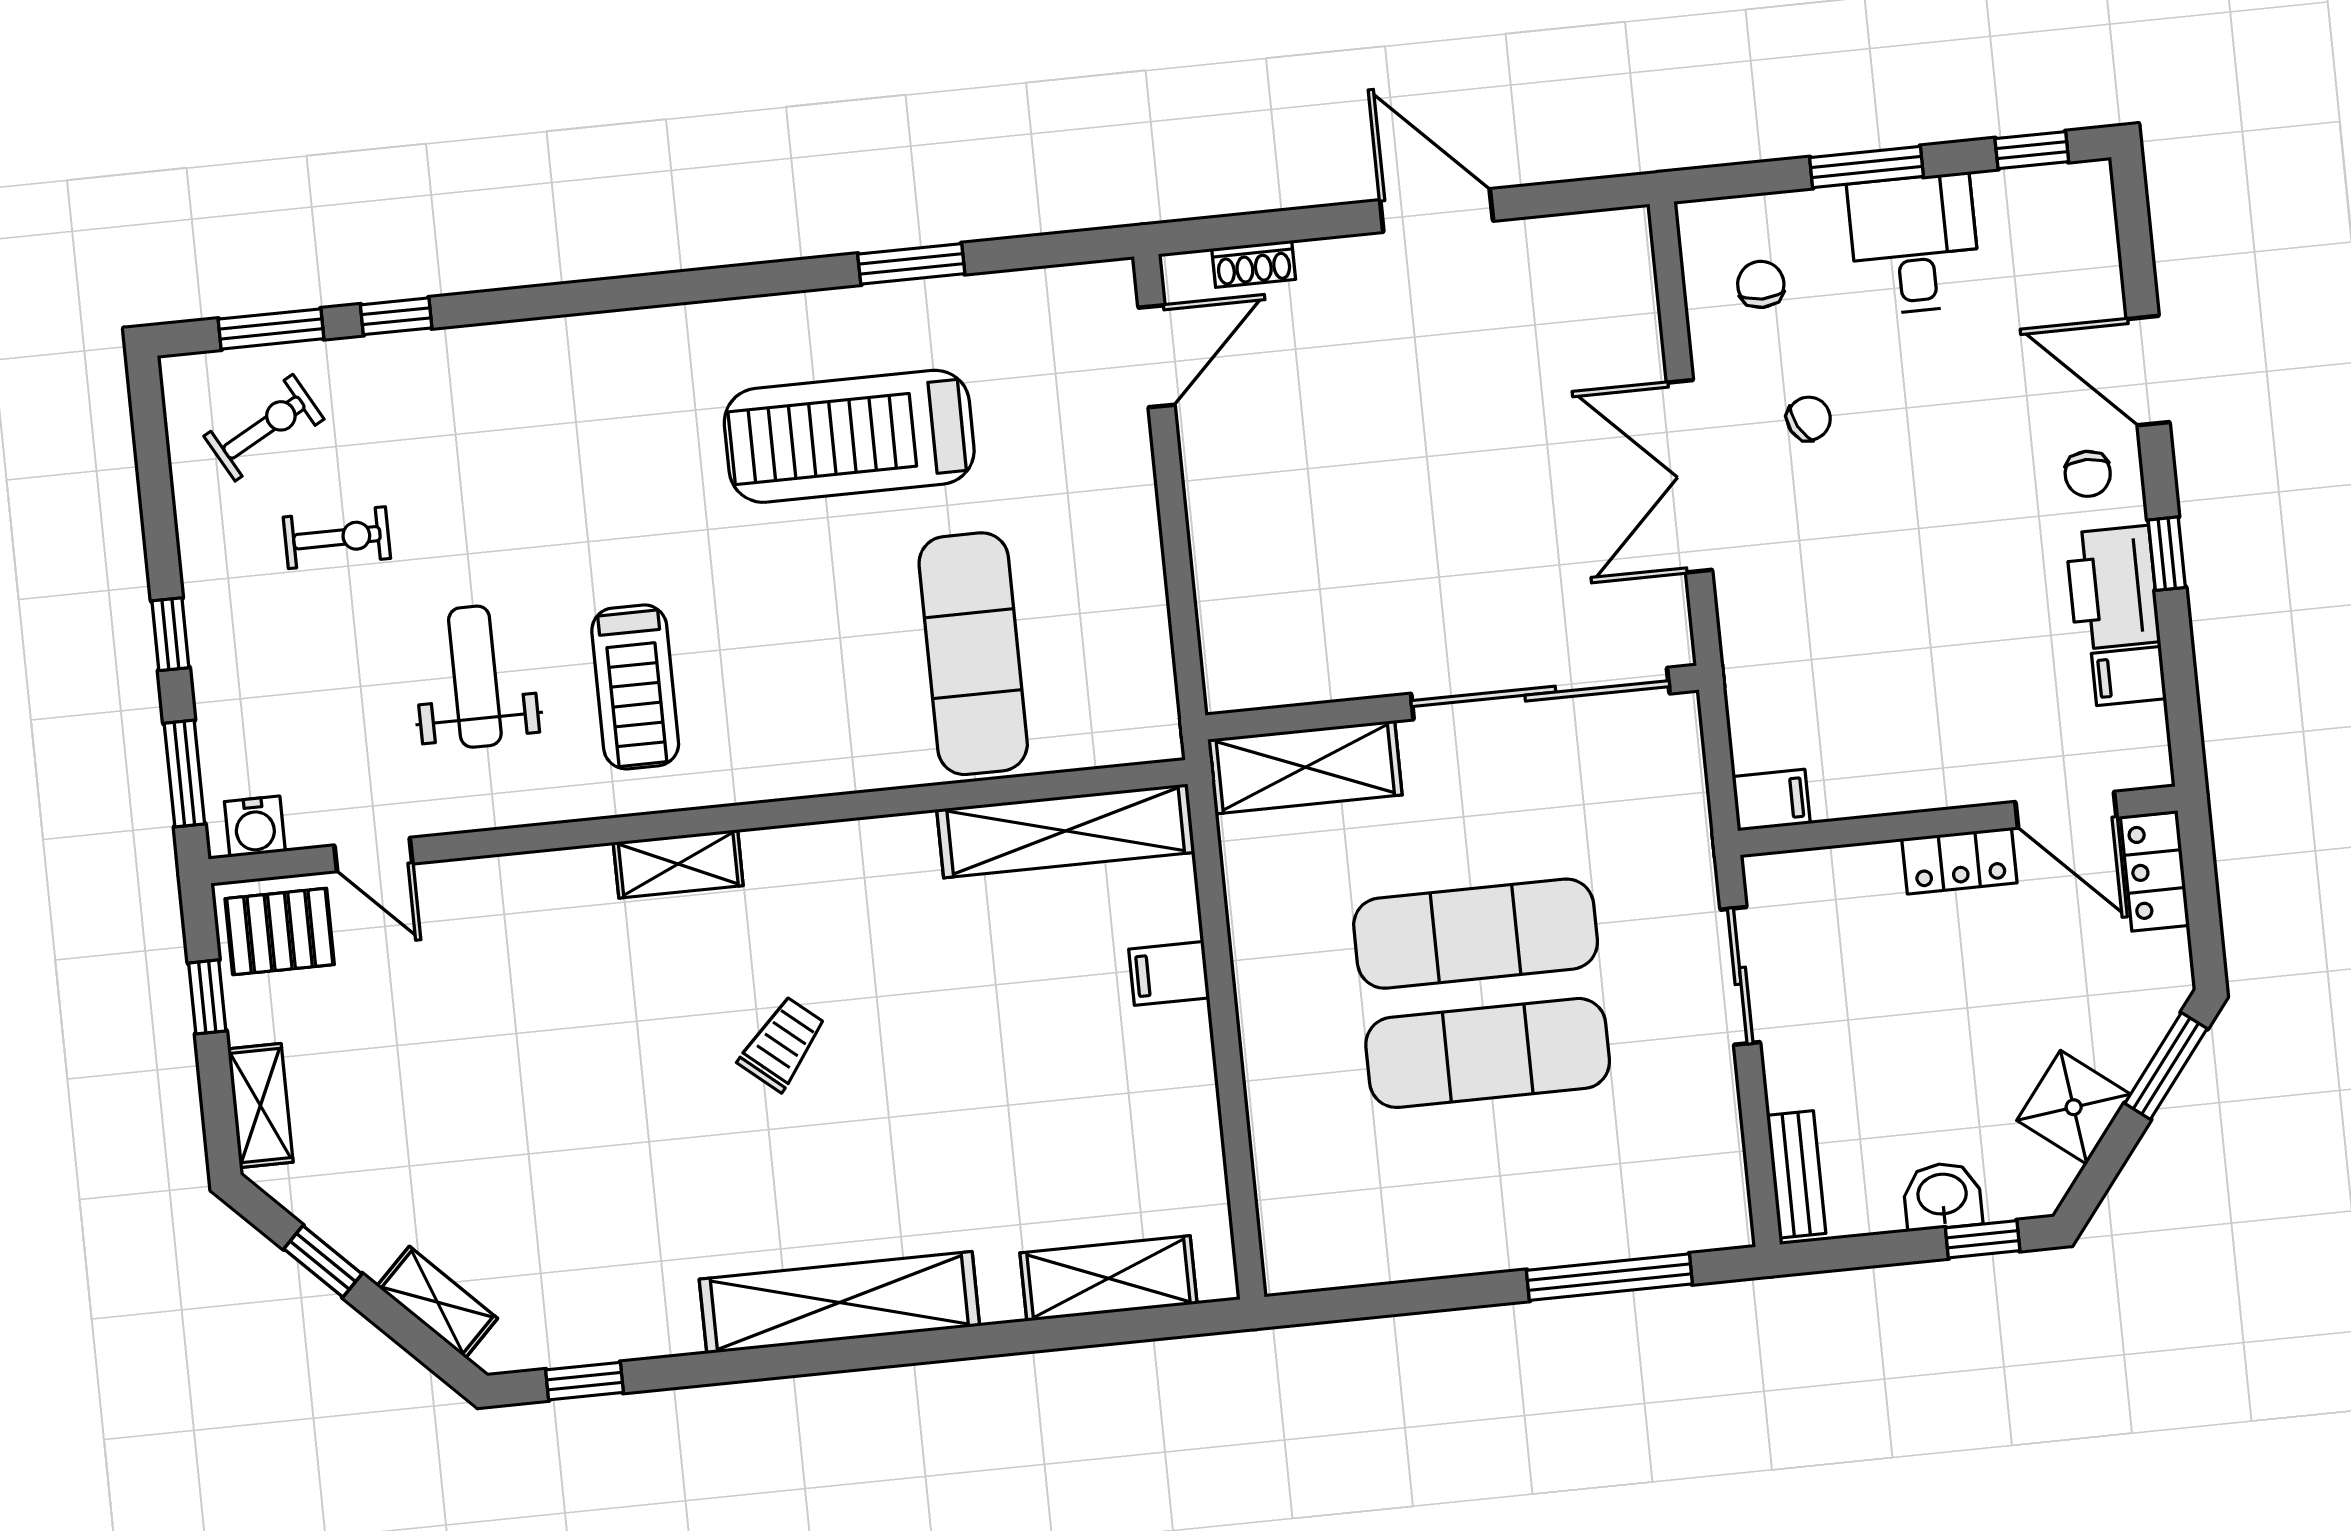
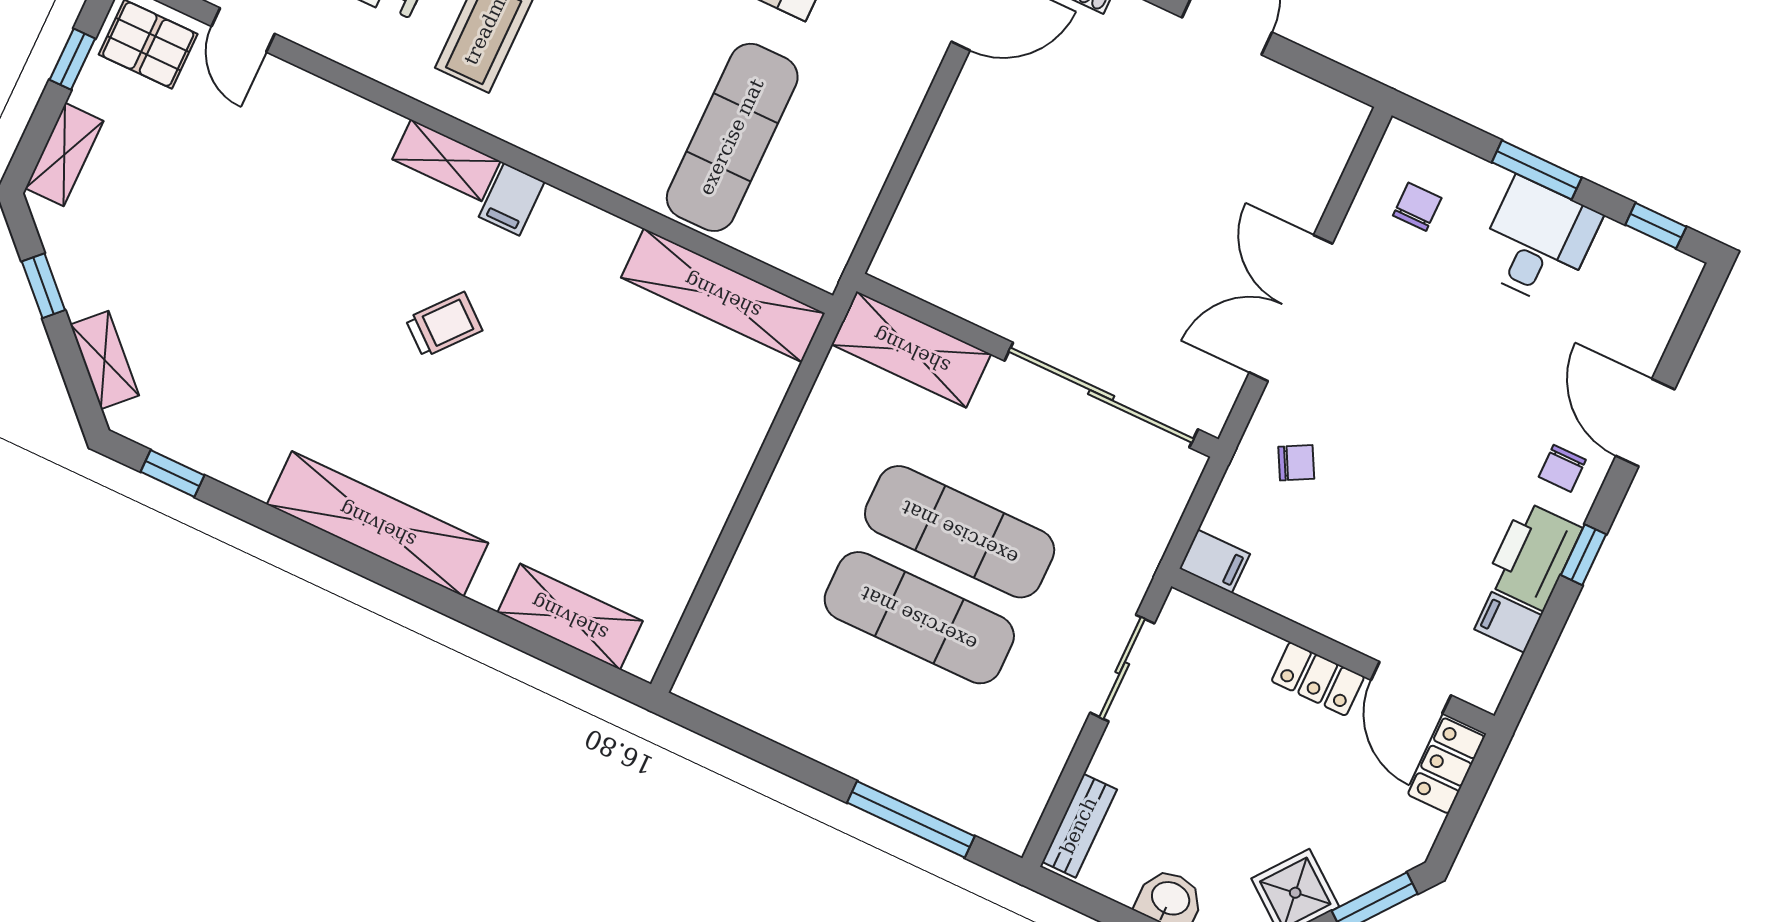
chair: (1809, 419) -> (1296, 463), moved
filing cabinet: (1169, 973) -> (512, 199), moved, turned -90

